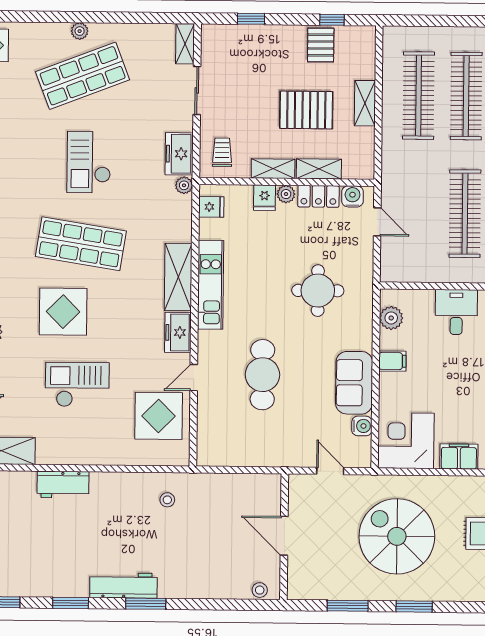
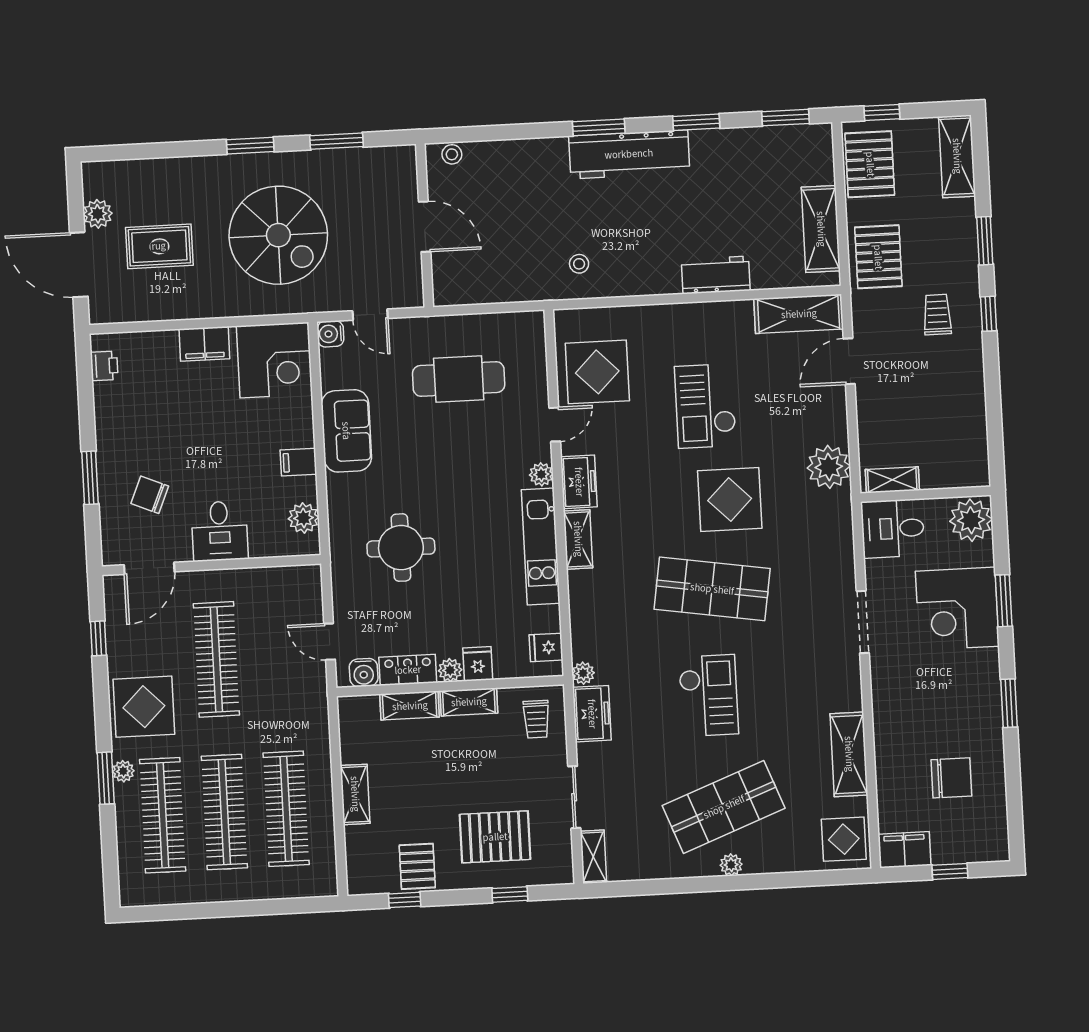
pallet: (306, 110) -> (495, 837), moved
shelving: (178, 277) -> (578, 539), width x0.67, depth x0.75
plant: (207, 340) -> (541, 474), added
cafe table: (262, 375) -> (459, 379), moved, turned 90
checkout: (77, 385) -> (705, 406), turned 90
water cooler: (362, 426) -> (331, 334), moved
workbench: (123, 585) -> (629, 154), width x1.36, depth x1.32

